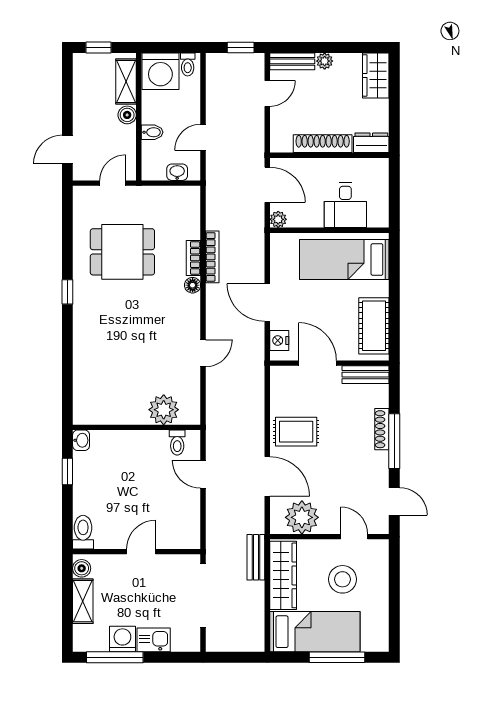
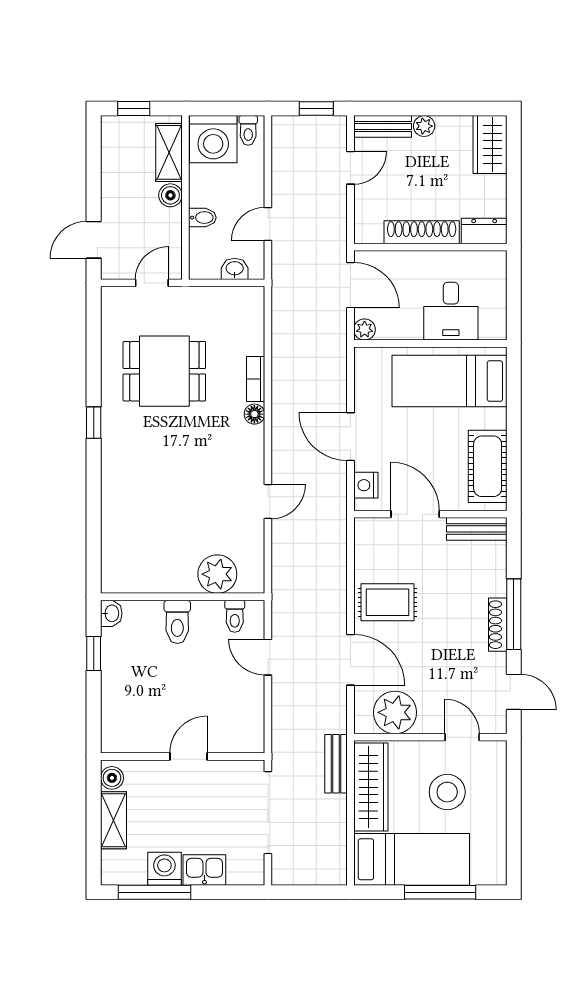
bookcase: (212, 257) -> (280, 378), removed
shoe rack: (382, 429) -> (498, 625), moved
toilet: (83, 532) -> (177, 622), moved, turned 180

